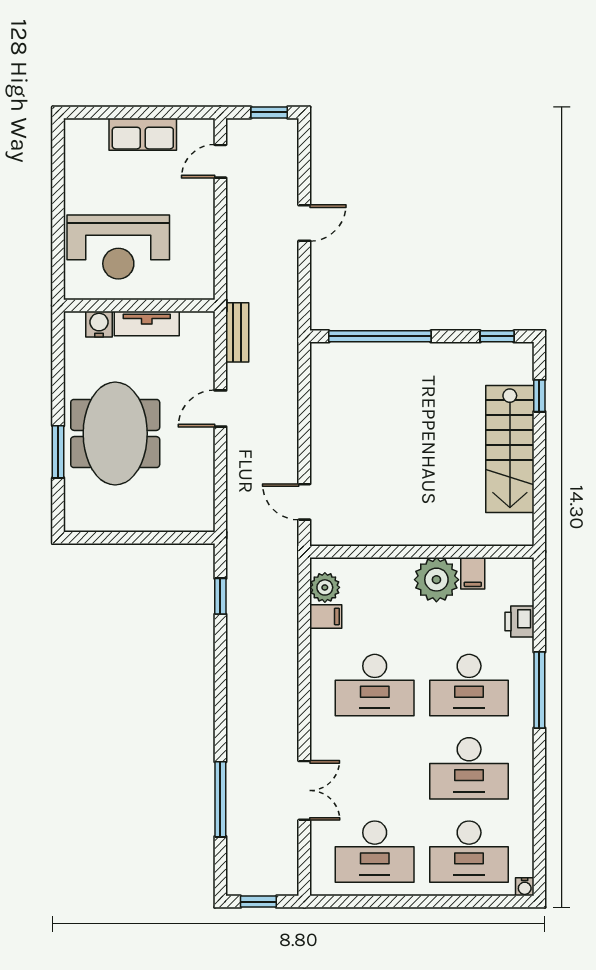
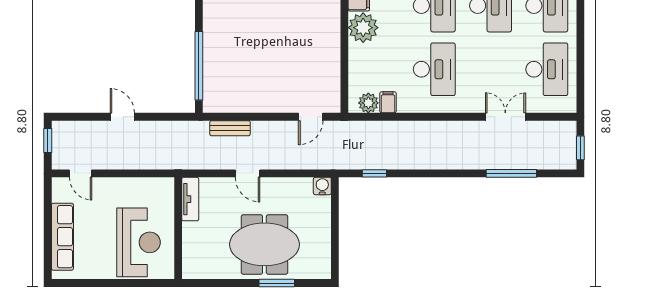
row of seats: (143, 134) -> (62, 237), width x1.48
water cooler: (99, 324) -> (322, 186), moved, turned 90
tv unit: (147, 324) -> (190, 199), moved
bench: (237, 332) -> (230, 128), moved

